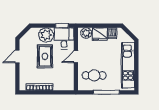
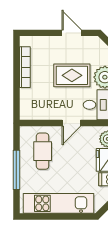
door: (76, 57) -> (71, 123), swing flipped

